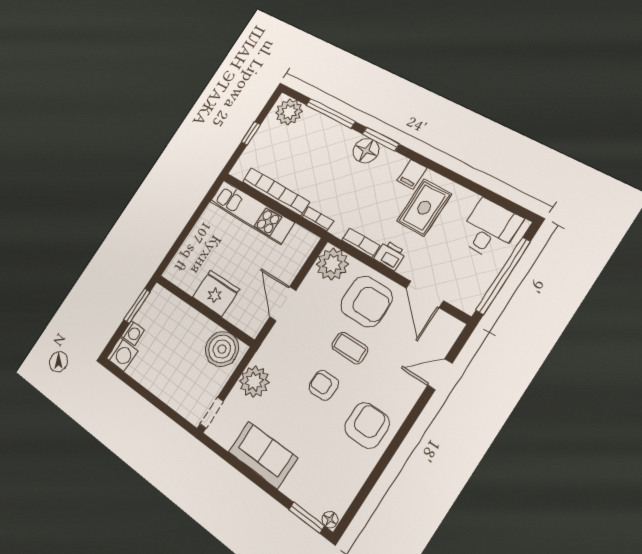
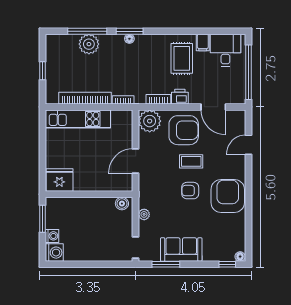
plant: (289, 112) -> (89, 44), moved
floor lamp: (366, 151) -> (129, 39), width x0.53, depth x0.53
filing cabinet: (412, 174) -> (203, 42), moved
fridge: (216, 293) -> (59, 180), moved
door: (283, 304) -> (136, 161), hinge flipped
boiler: (222, 349) -> (122, 204), width x0.54, depth x0.54
plant: (254, 382) -> (144, 214), width x0.53, depth x0.53
armchair: (367, 425) -> (228, 196), width x1.36, depth x1.36
window: (232, 460) -> (166, 264), added
window: (307, 518) -> (227, 264), width x0.67

